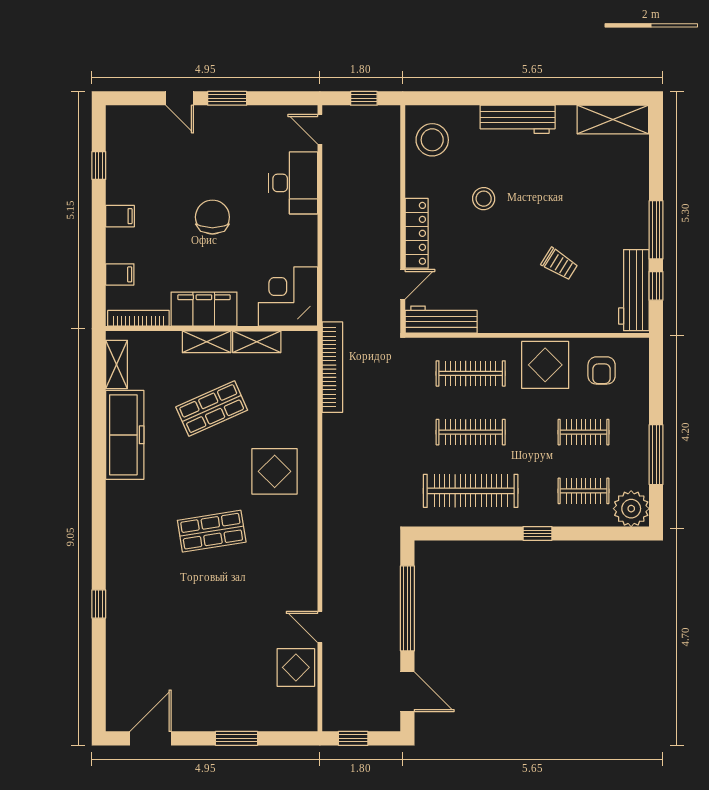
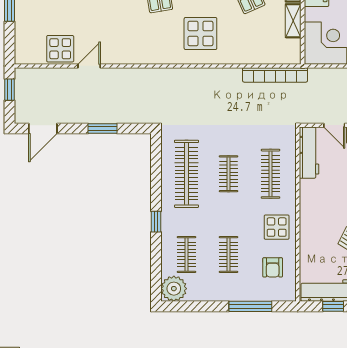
display table: (545, 365) -> (277, 227), width x0.73, depth x0.73
armchair: (602, 370) -> (273, 267), turned -90
clothes rail: (471, 432) -> (229, 174), width x0.73
window: (656, 455) -> (250, 306), moved
window: (407, 608) -> (102, 129), width x0.47

